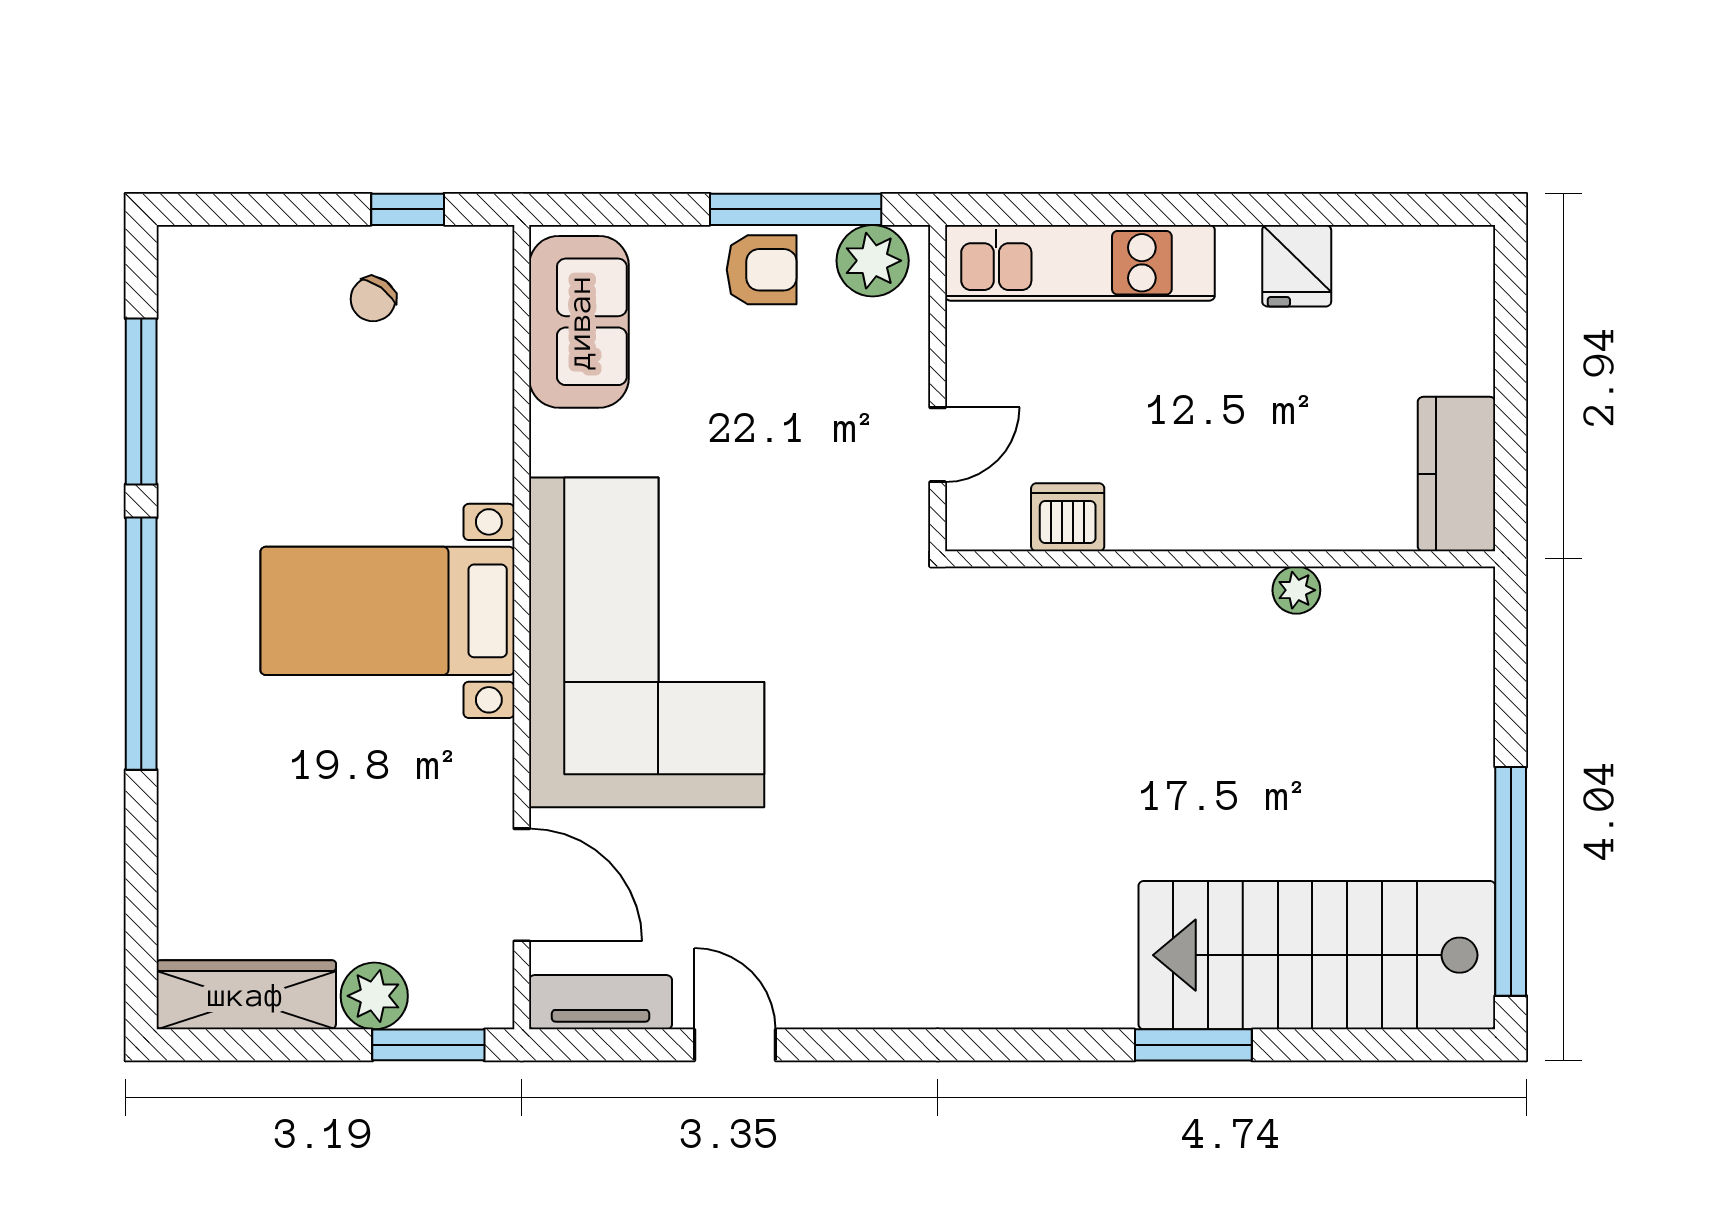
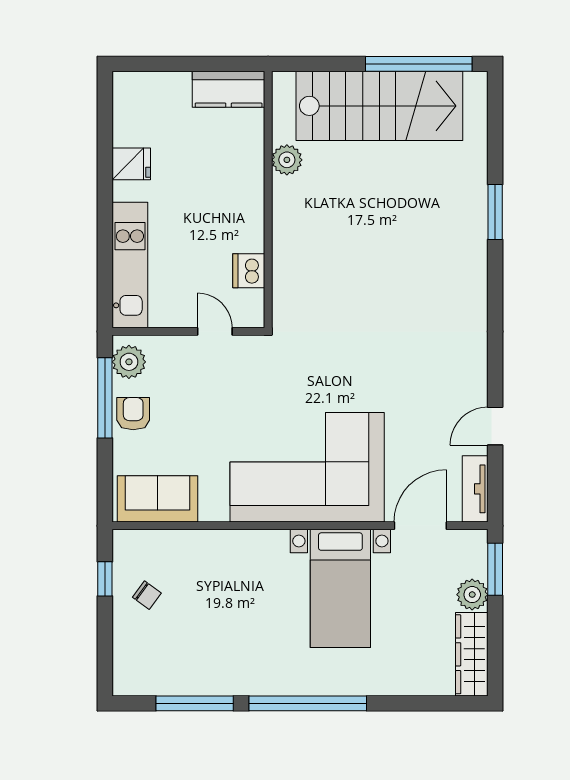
plant: (1296, 590) -> (287, 160), width x1.38, depth x1.38
bed with nightstands: (387, 611) -> (340, 588), moved
stairs: (1317, 955) -> (379, 106), moved, turned -90

